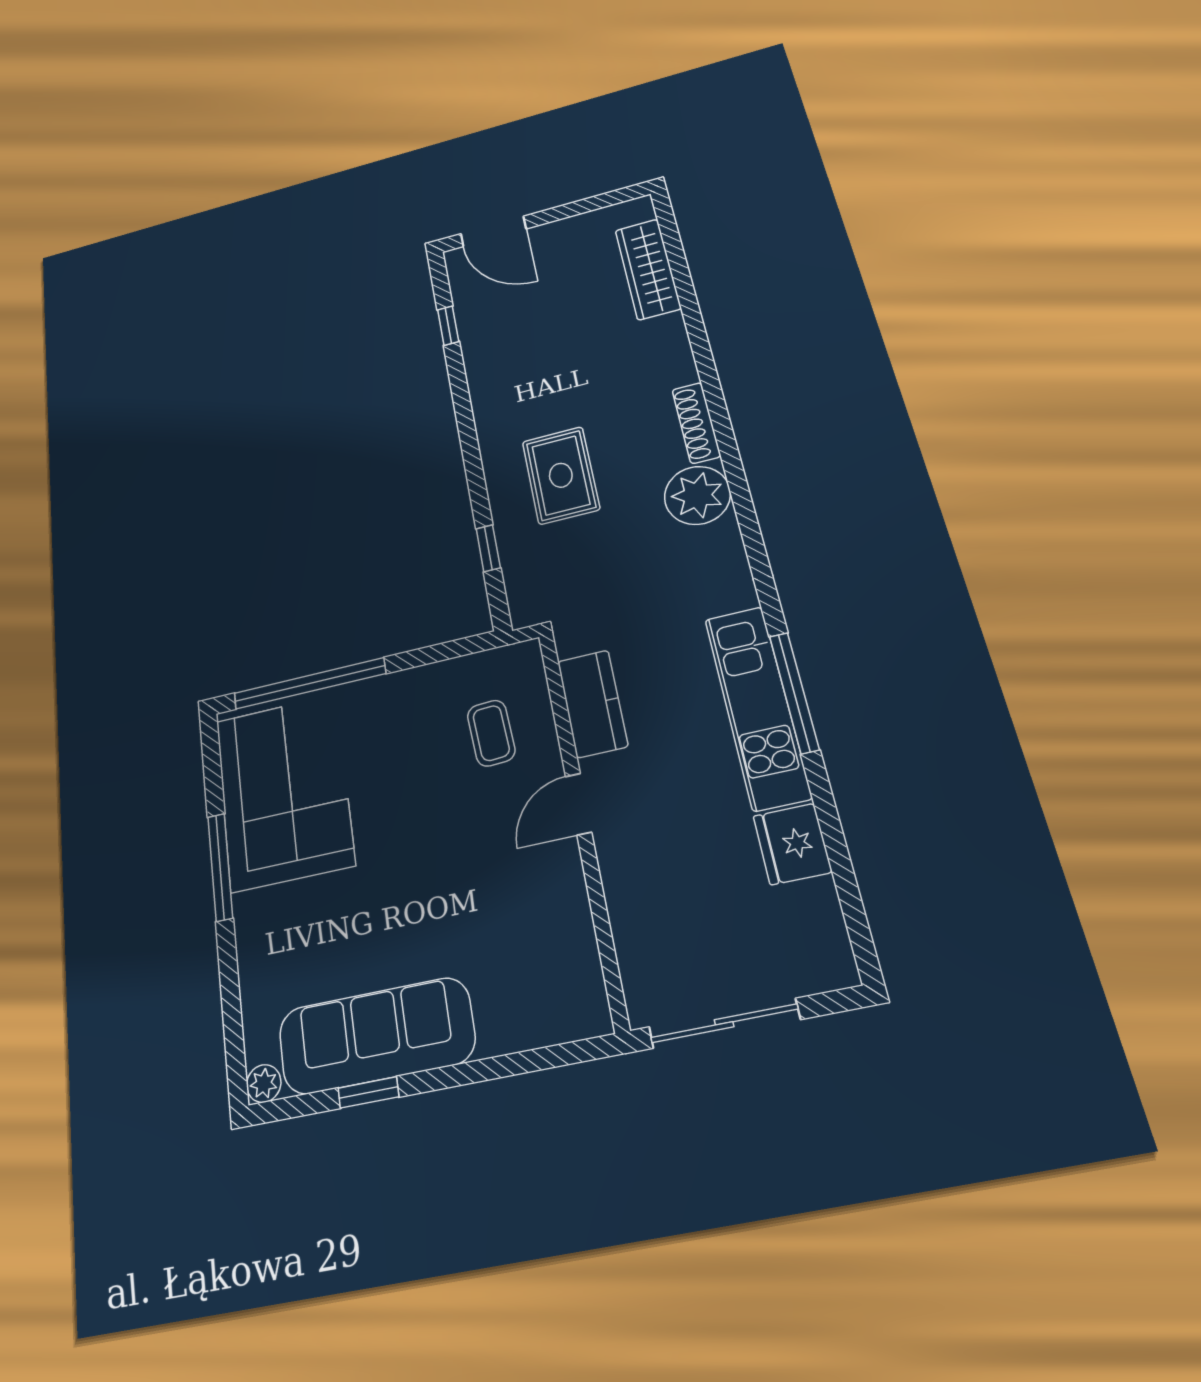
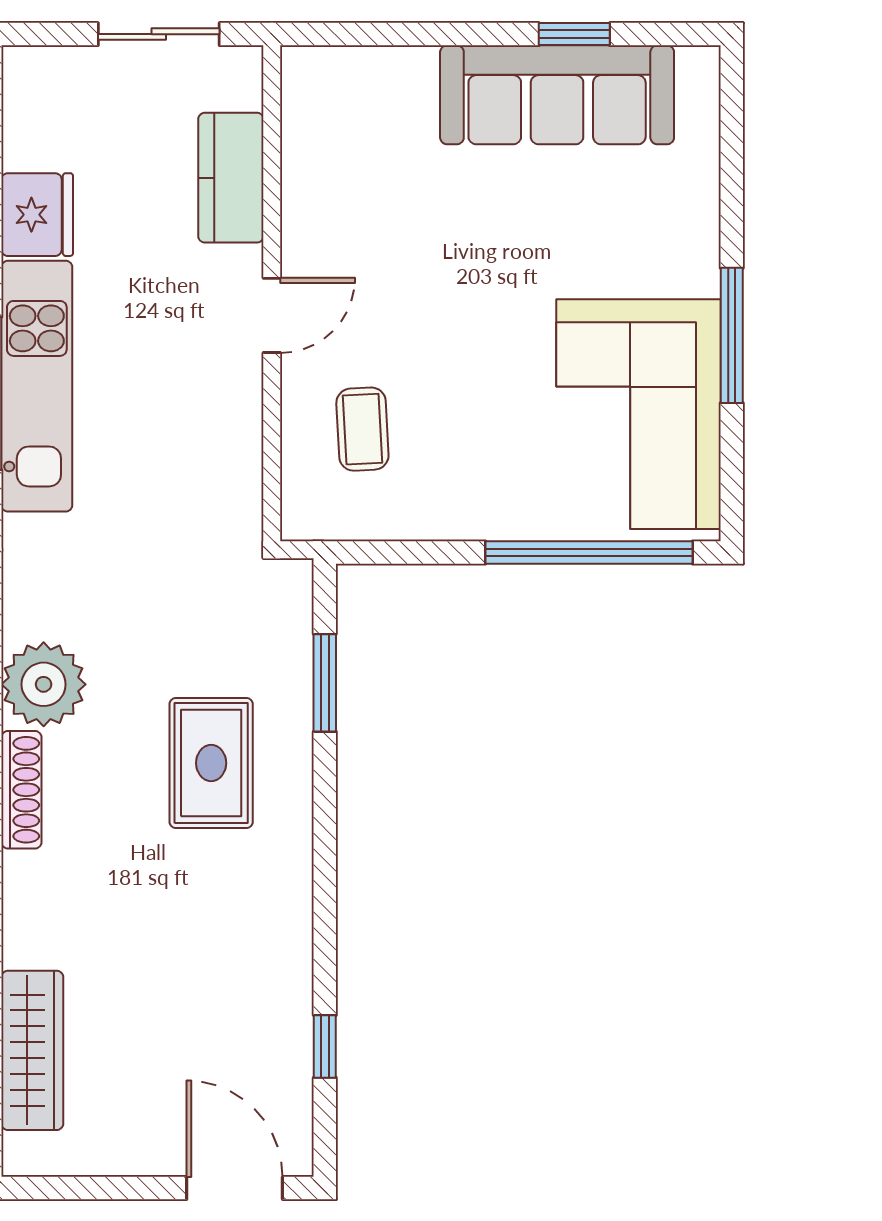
window: (488, 548) -> (325, 683), width x1.50
kitchen counter: (592, 704) -> (231, 178), moved
sliding door: (724, 1023) -> (159, 34), width x0.73
plant: (264, 1084) -> (699, 66), removed

